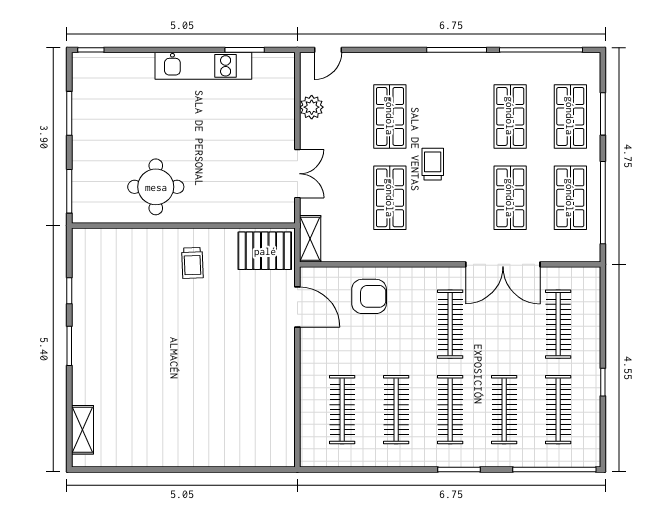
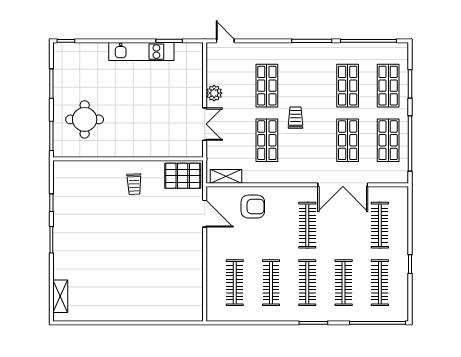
door: (328, 50) -> (225, 41), swing flipped
plant: (312, 107) -> (214, 93), moved
round table: (156, 187) -> (85, 119), moved
shelving: (310, 239) -> (226, 176), moved, turned 90

